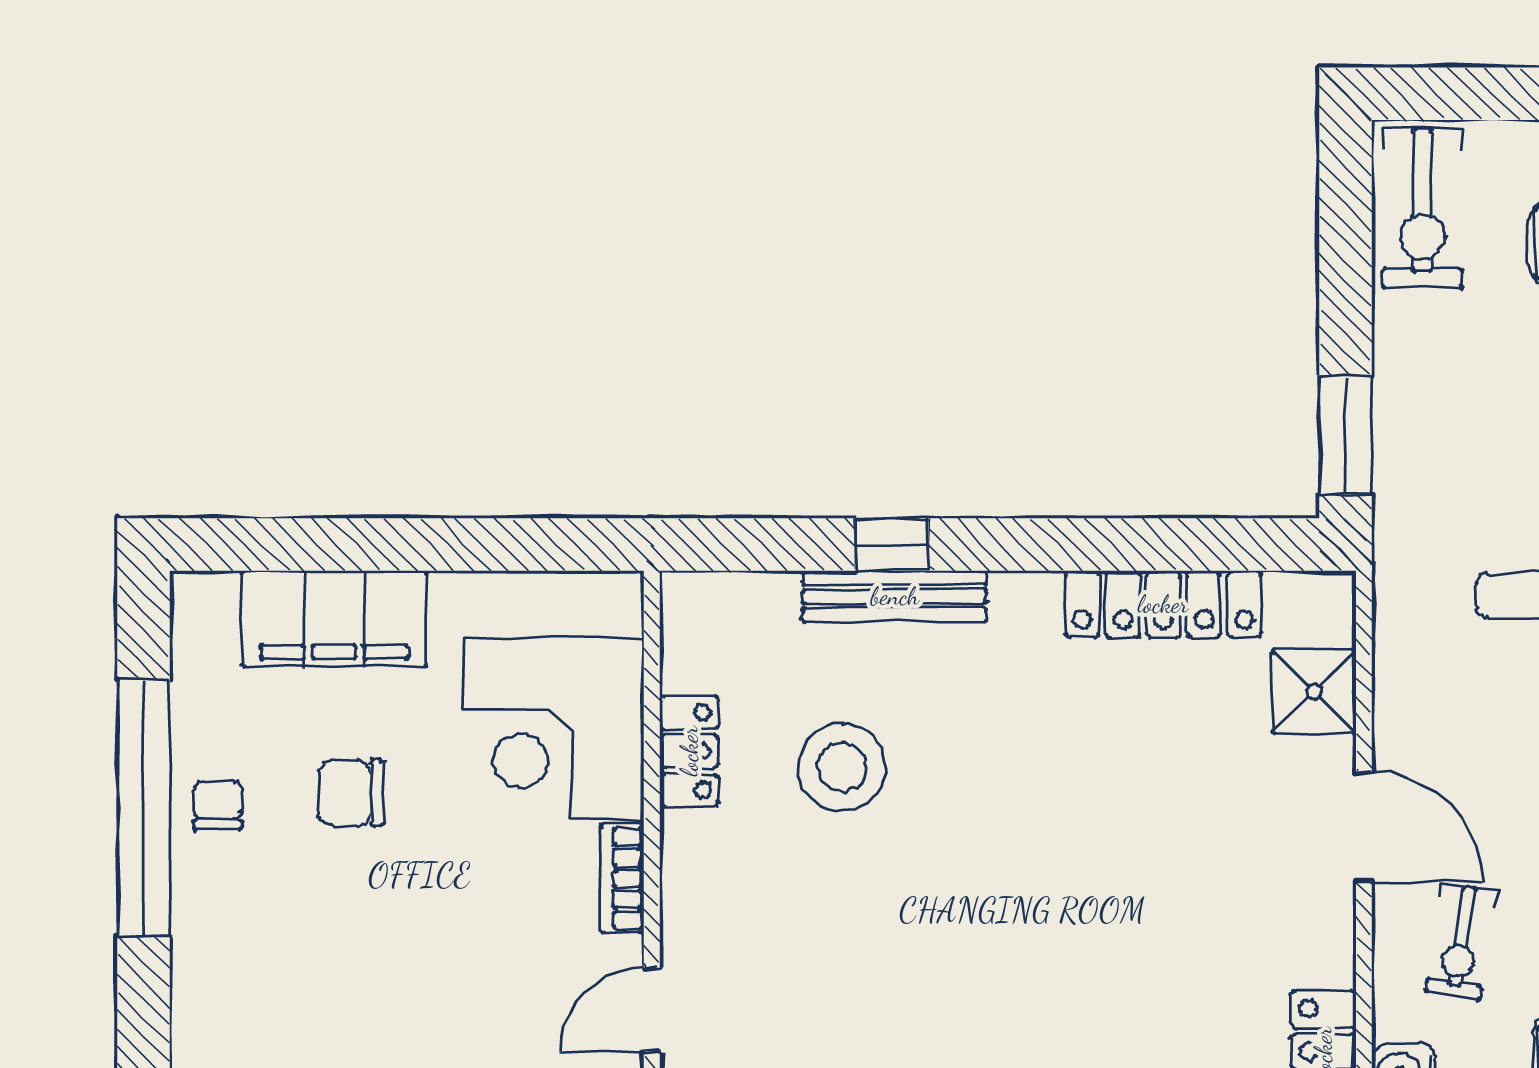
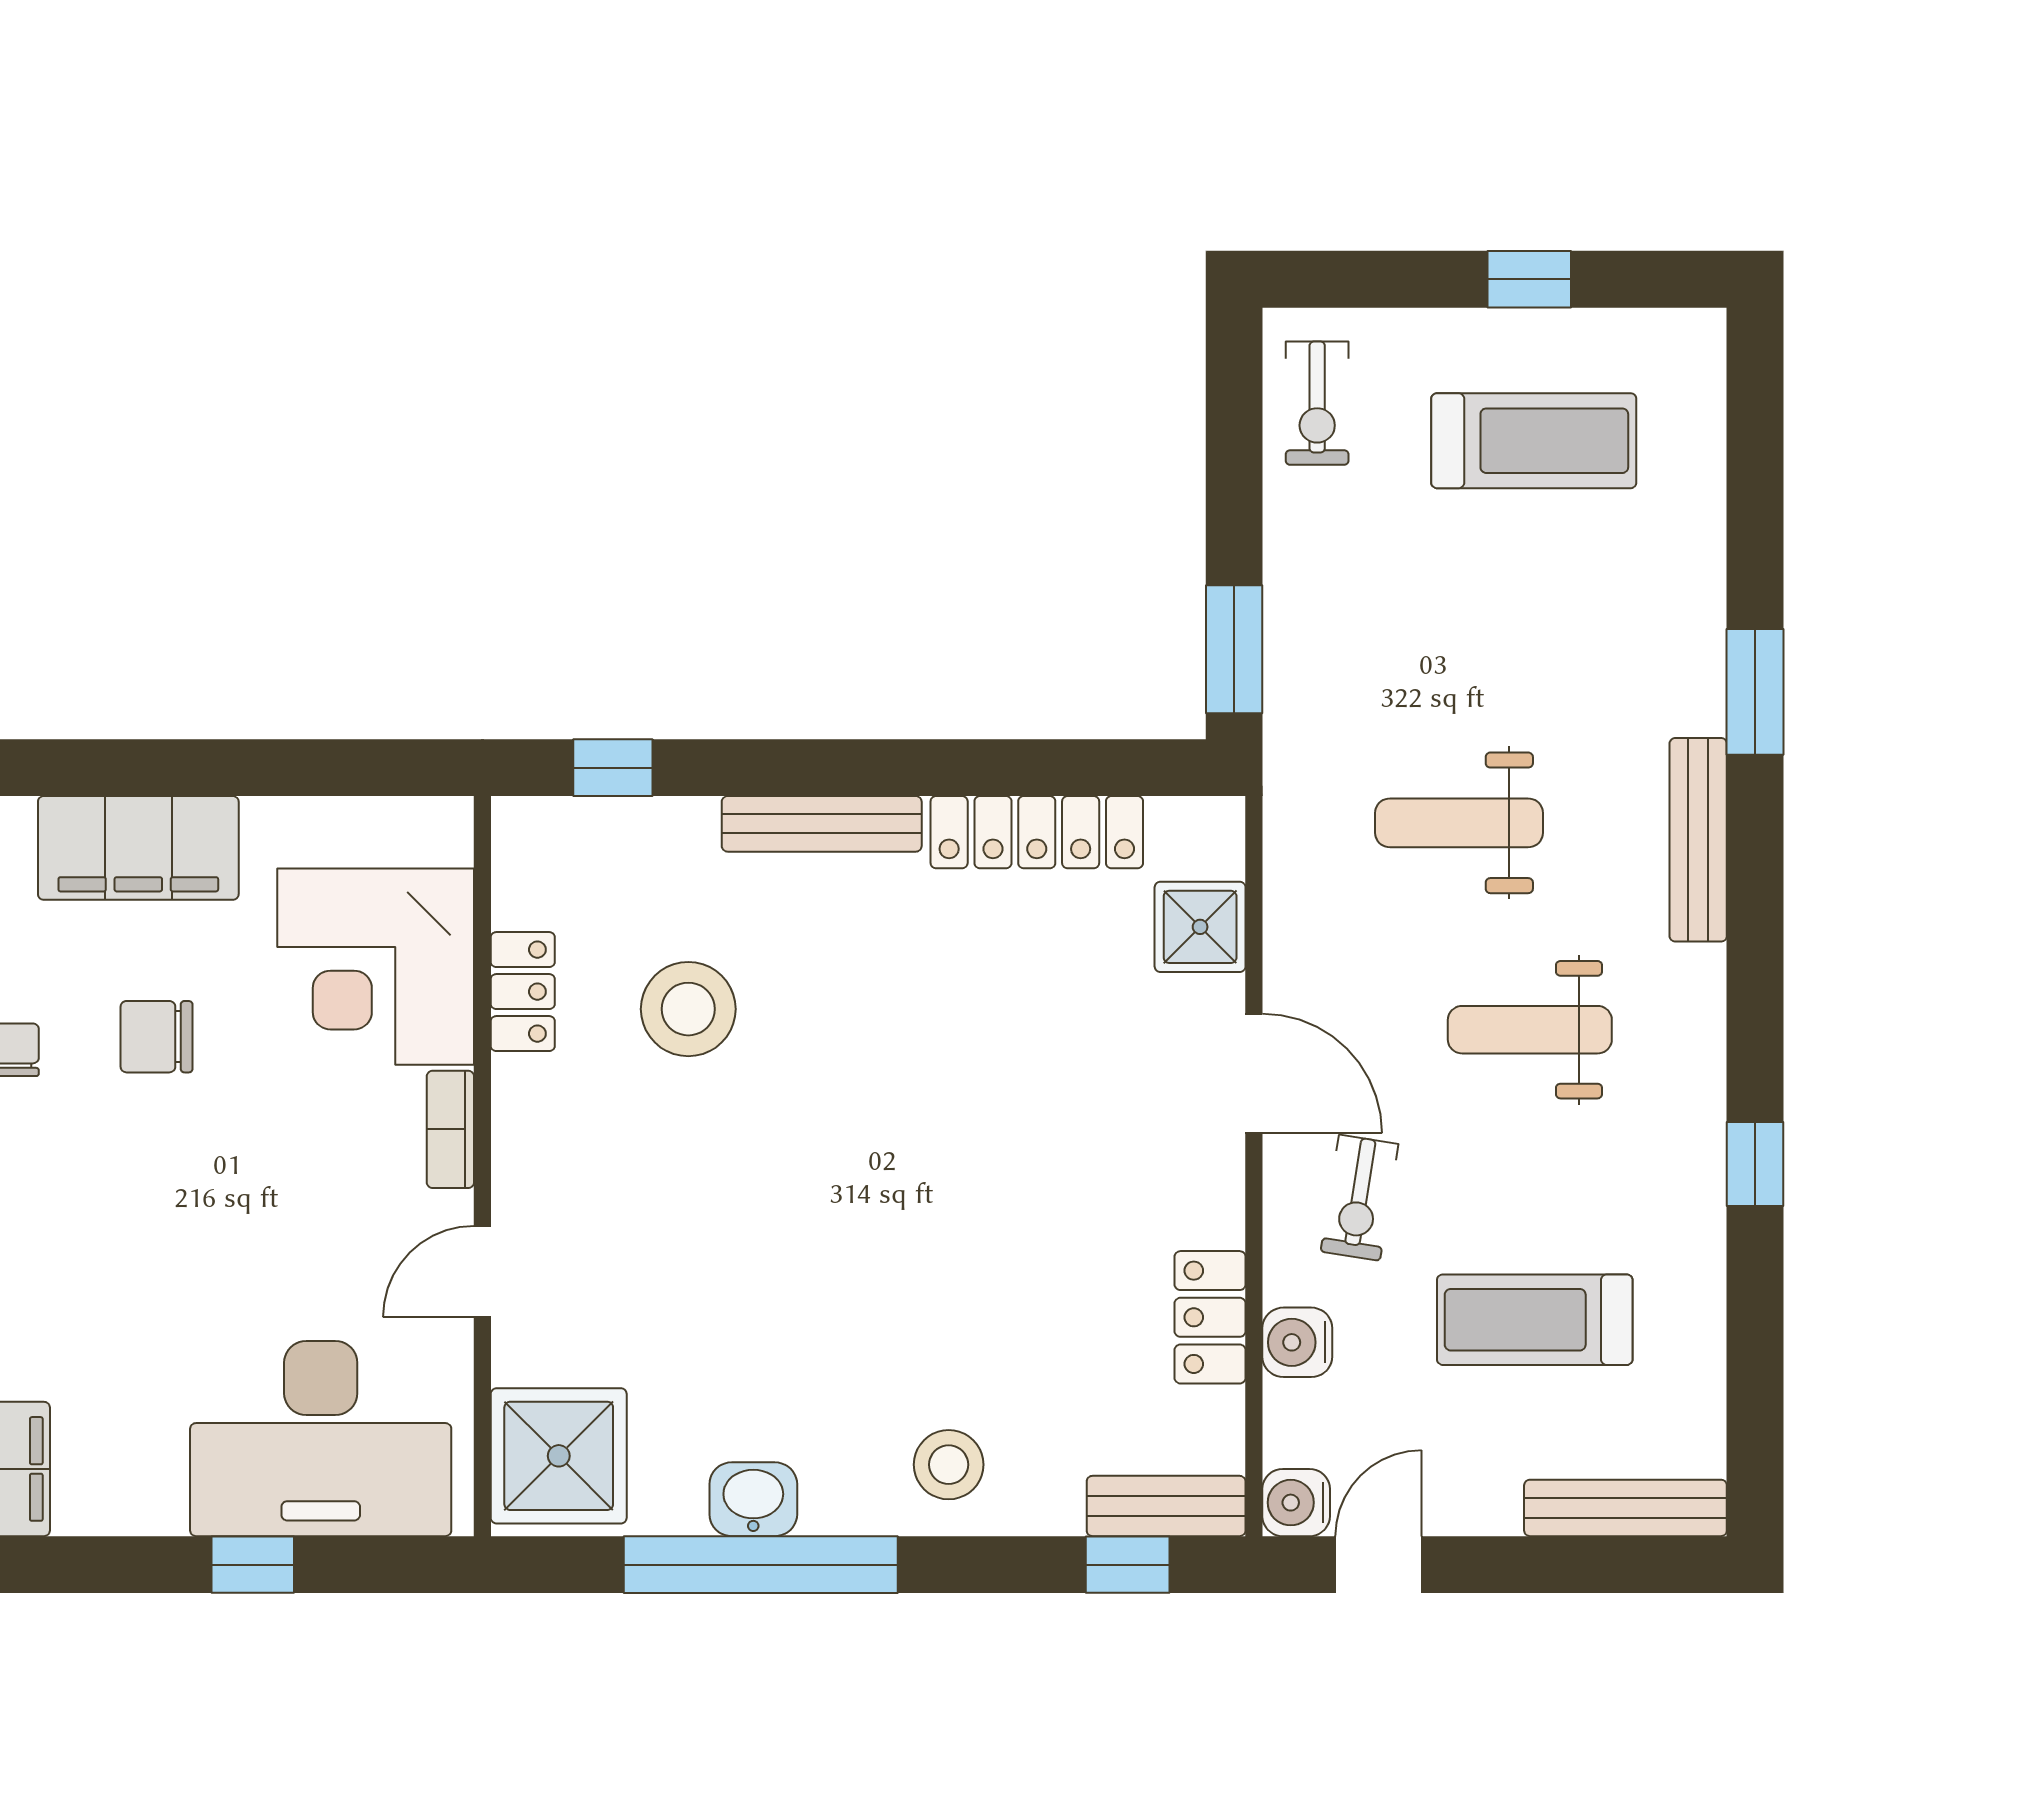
exercise bike: (1422, 208) -> (1317, 403), width x0.73, depth x0.72
window: (892, 544) -> (613, 768), moved
bench: (895, 596) -> (822, 824), moved

